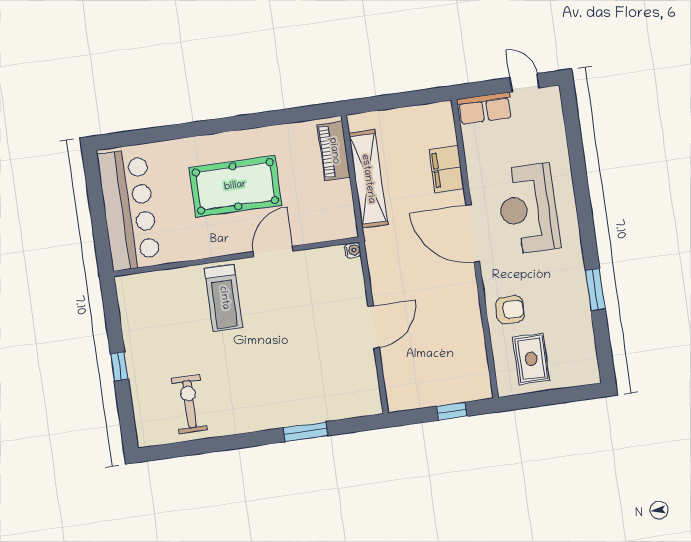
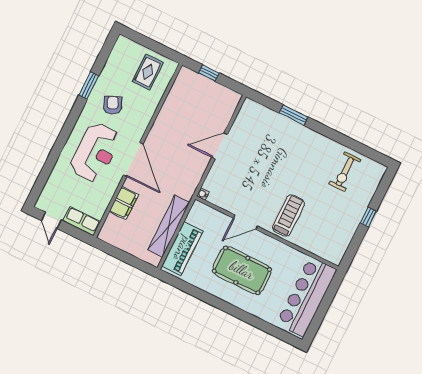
piano: (334, 151) -> (182, 249), width x1.37, depth x1.33
armchair: (510, 310) -> (113, 105), moved, turned 66

